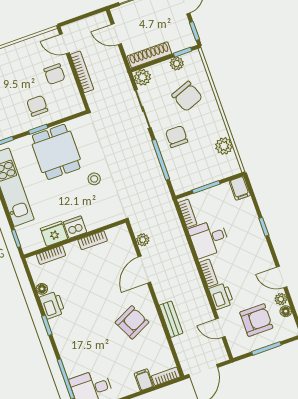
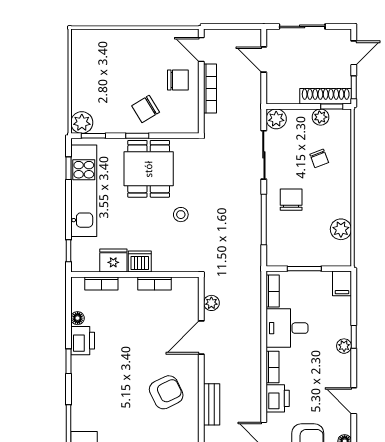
shoe rack: (149, 55) -> (326, 96), moved
chair: (54, 74) -> (178, 80), turned -90
chair: (187, 96) -> (319, 158), width x0.54, depth x0.54
chair: (37, 106) -> (146, 109), turned -121
plant: (281, 299) -> (344, 346), moved

